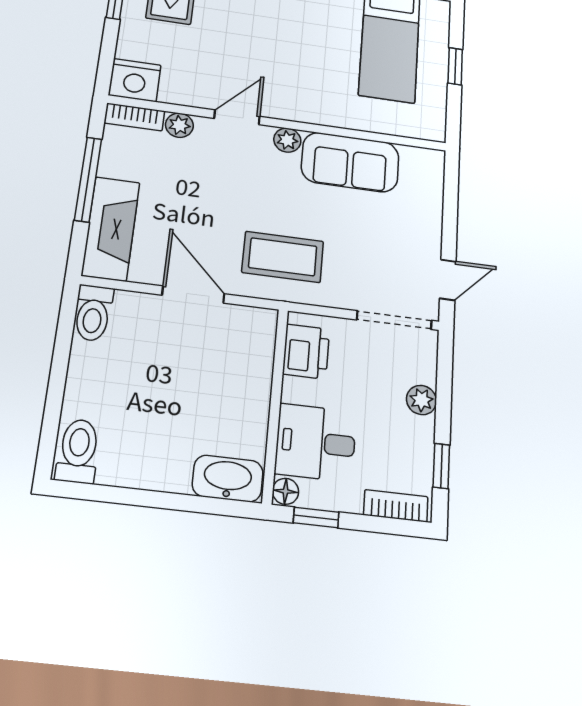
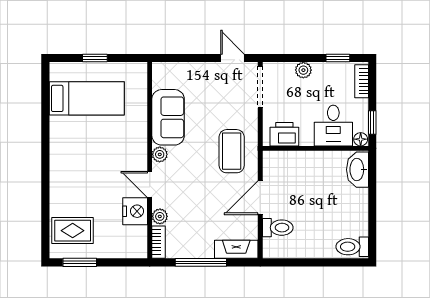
nightstand: (135, 80) -> (135, 211), moved
fireplace: (111, 229) -> (236, 249), width x0.73, depth x0.76
toilet: (93, 313) -> (278, 228), moved

